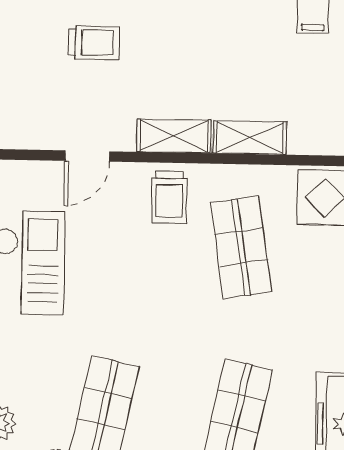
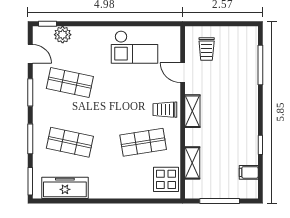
trolley: (94, 43) -> (207, 49), moved
shelving: (250, 138) -> (192, 163), moved

